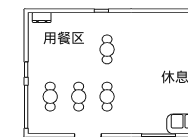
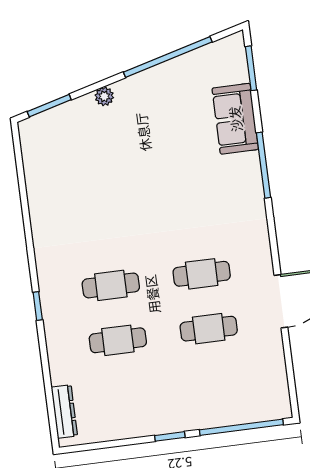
dresser: (42, 17) -> (64, 412), width x1.44
cafe table: (50, 97) -> (118, 340), moved

